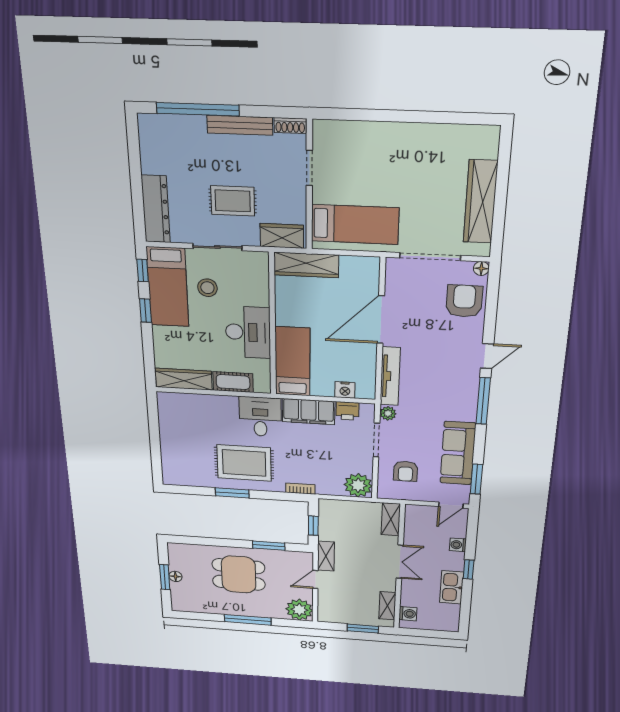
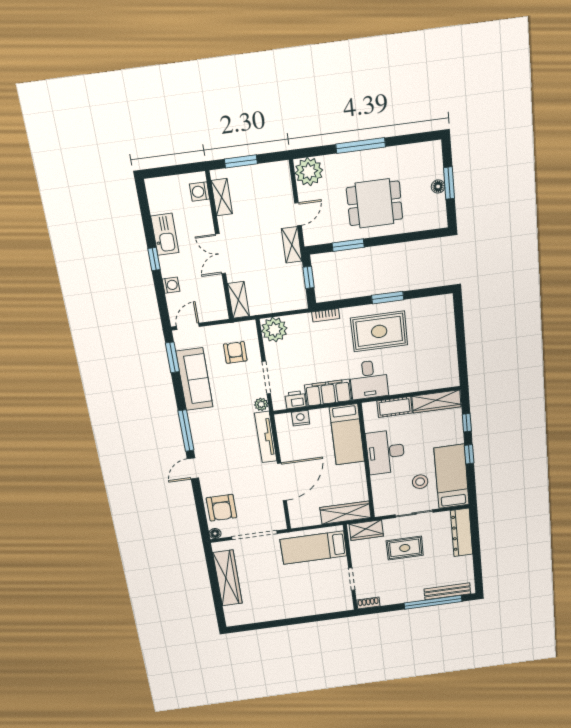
bench: (240, 125) -> (447, 591), moved
window: (143, 270) -> (467, 423), moved

